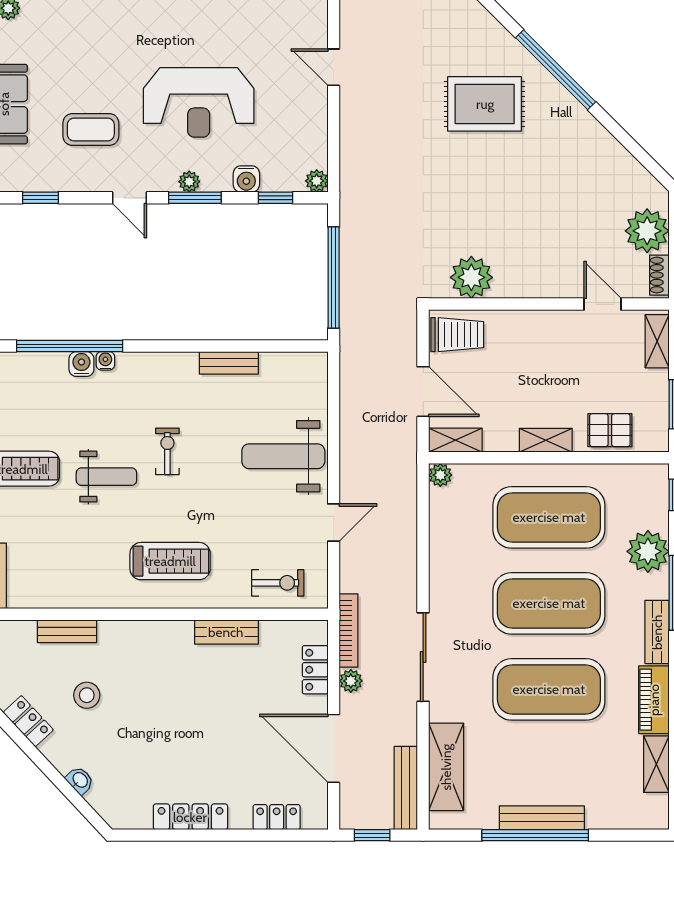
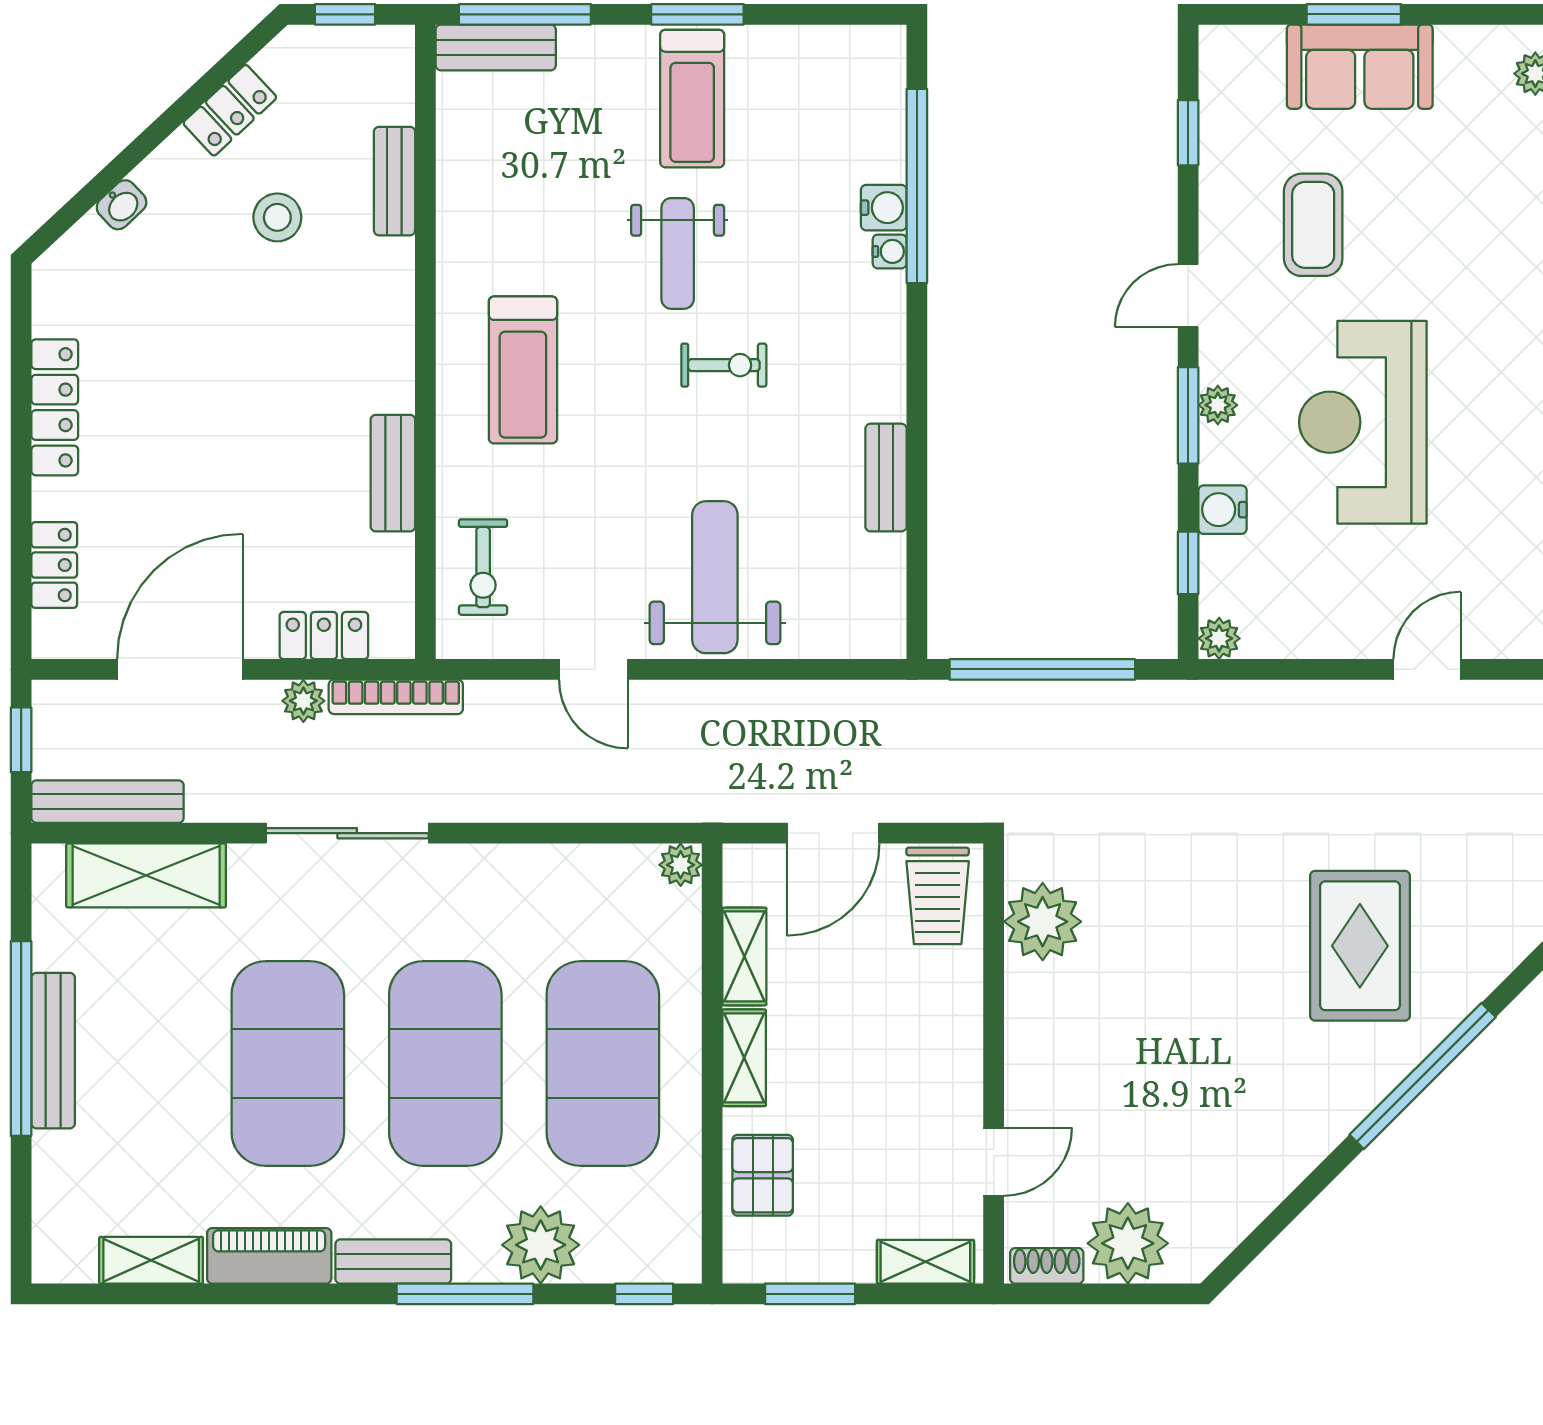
shelving: (455, 440) -> (744, 956), moved

